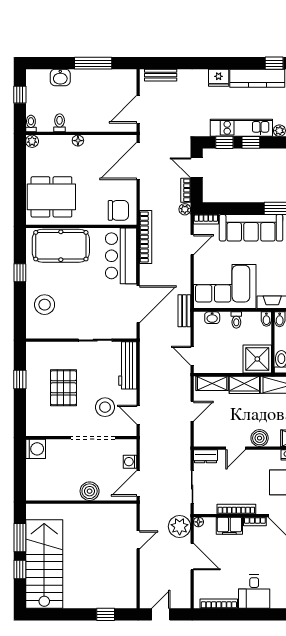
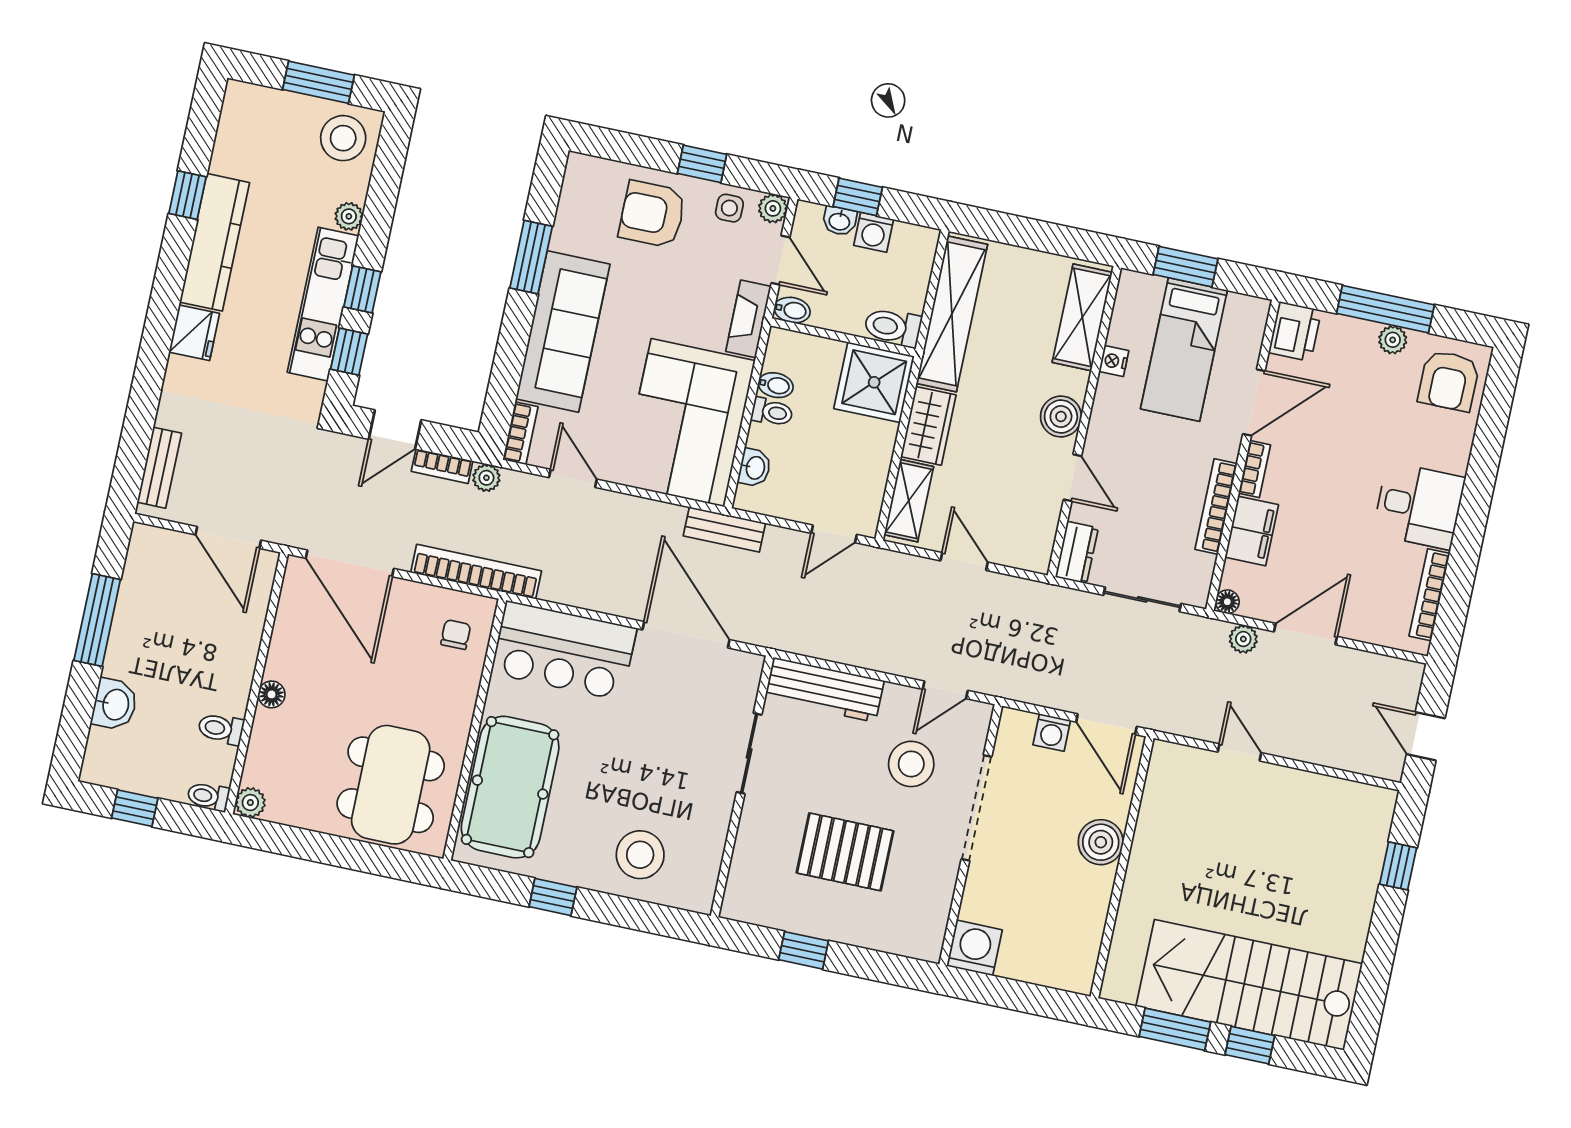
chair: (118, 210) -> (456, 635), width x0.54, depth x0.54
bookcase: (146, 237) -> (476, 572), moved
bidet: (266, 319) -> (776, 385), moved
plant: (180, 526) -> (1243, 639), width x0.53, depth x0.53

